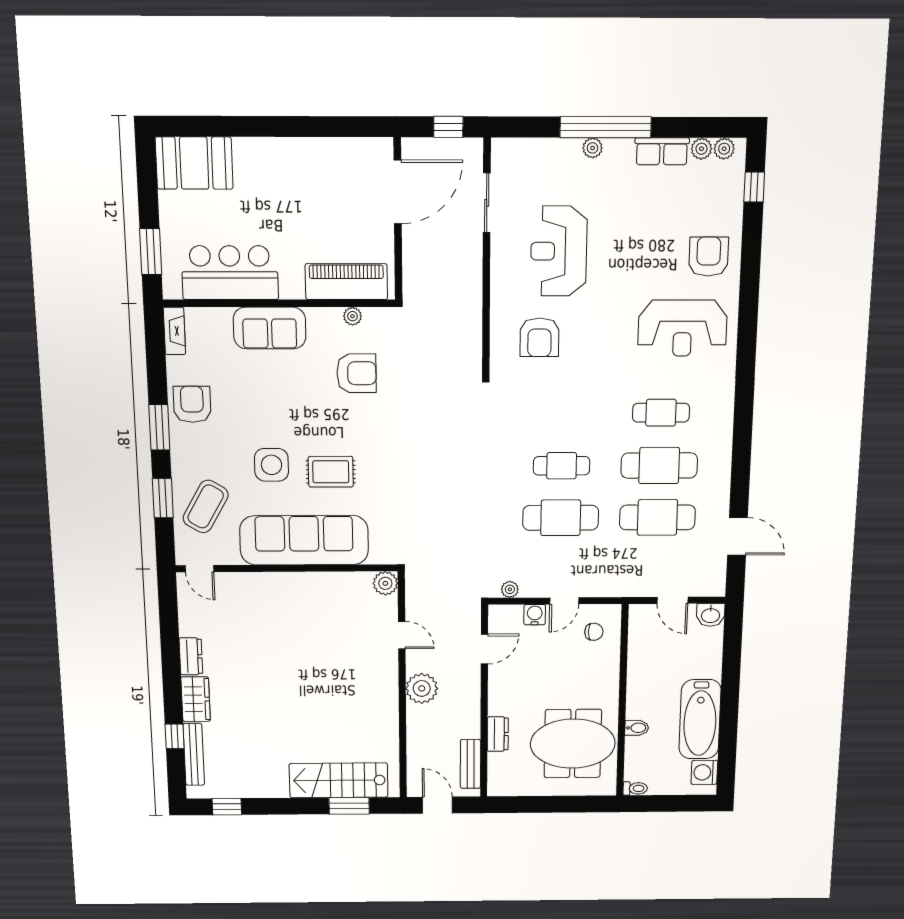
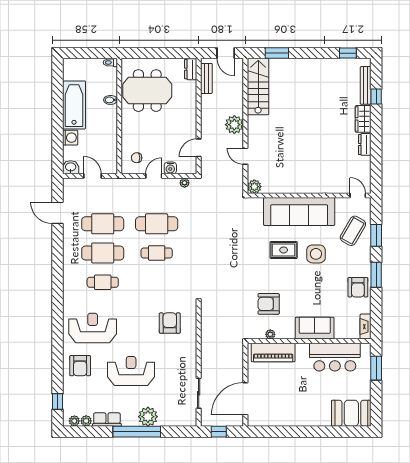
plant: (593, 148) -> (148, 417), width x1.88, depth x1.88
reception desk: (559, 251) -> (131, 371), moved, turned -90
dresser: (498, 734) -> (191, 69), moved
washing machine: (704, 772) -> (70, 138), moved
stairs: (339, 780) -> (258, 86), moved, turned -90

